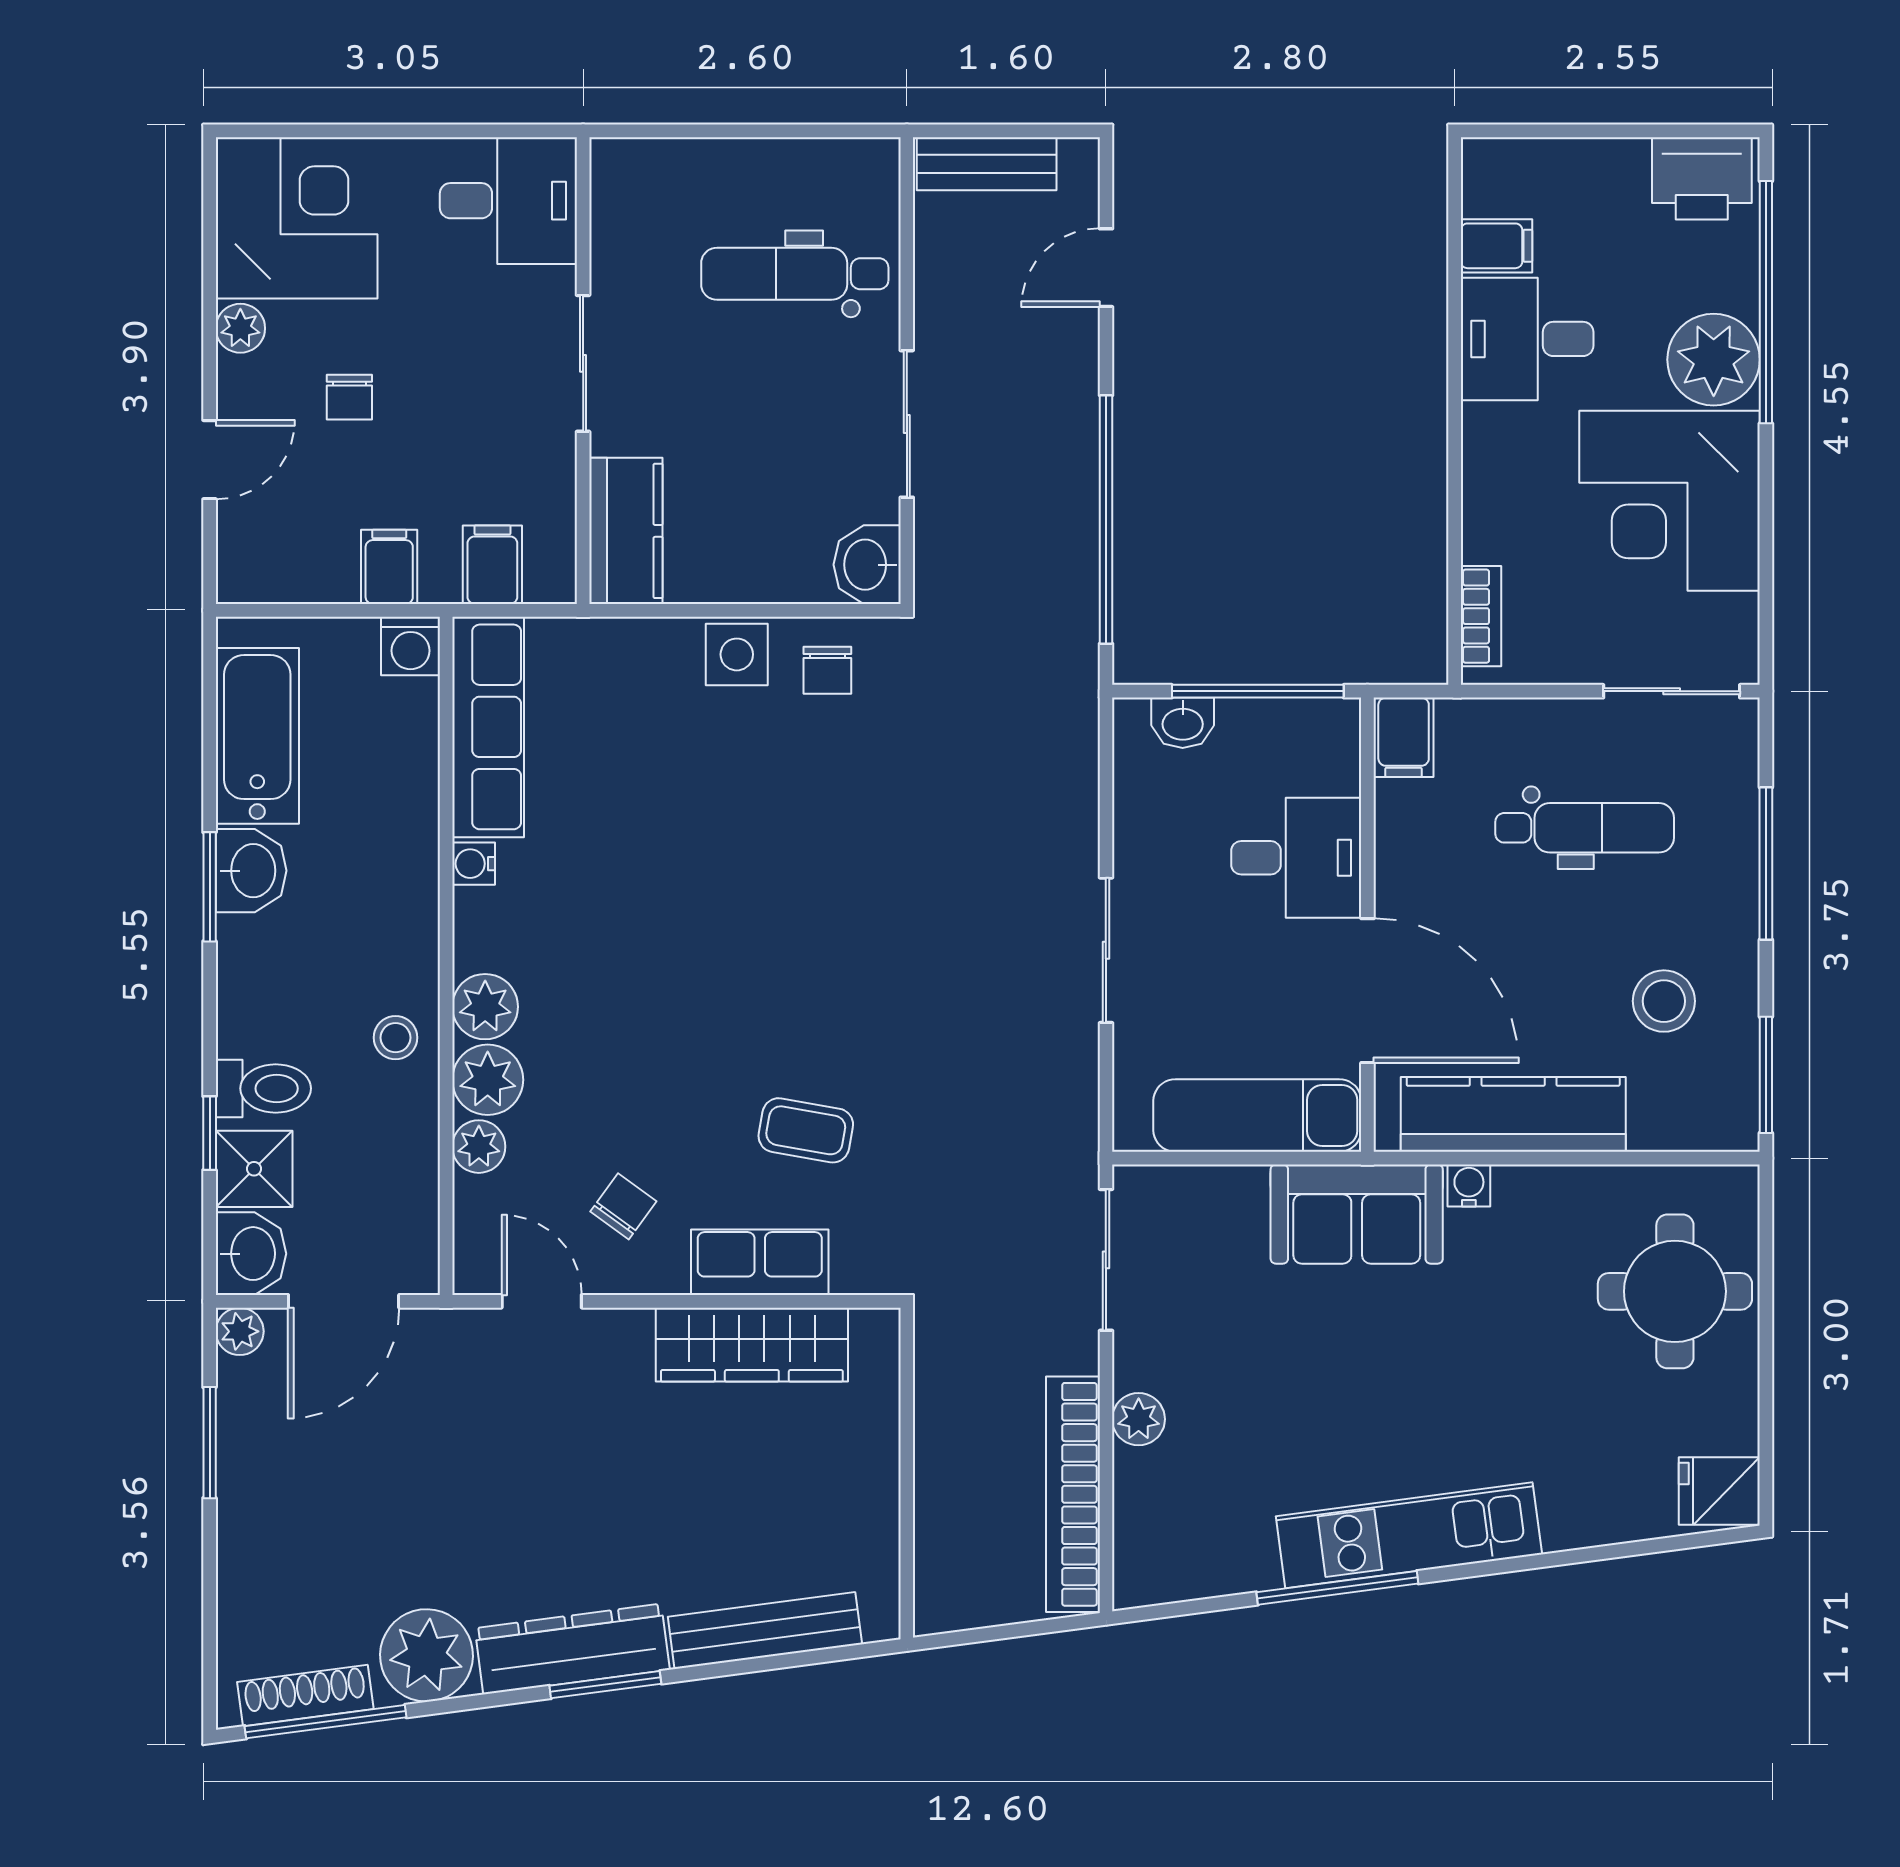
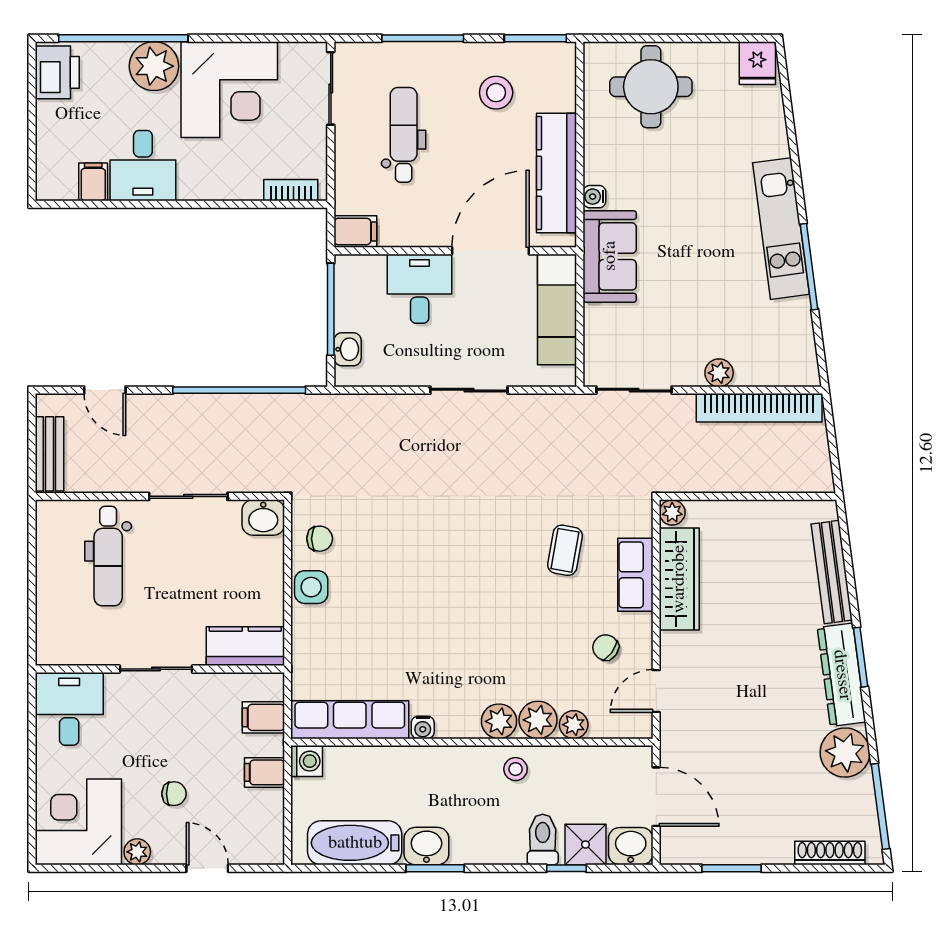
plant: (240, 1331) -> (672, 512), moved
shoe rack: (305, 1696) -> (830, 853), moved, turned 98

